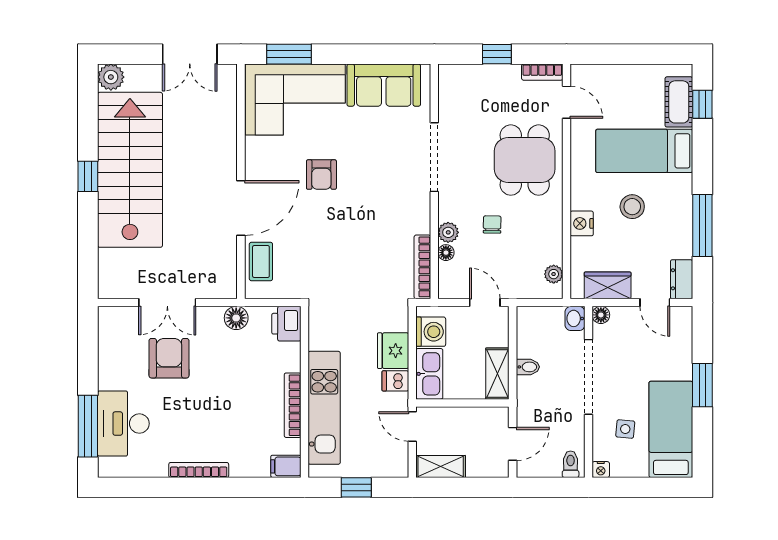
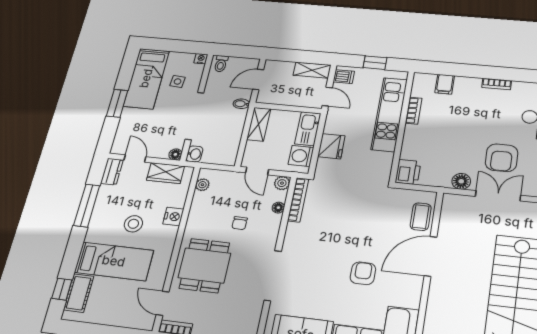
plant: (448, 232) -> (282, 183), moved
floor lamp: (236, 318) -> (461, 181), moved
bidet: (528, 367) -> (241, 104), moved
dishwasher: (395, 381) -> (344, 77), moved
bookcase: (293, 405) -> (414, 111), width x0.64
filing cabinet: (286, 466) -> (445, 84), moved, turned 90
bookcase: (199, 470) -> (497, 84), width x0.64

